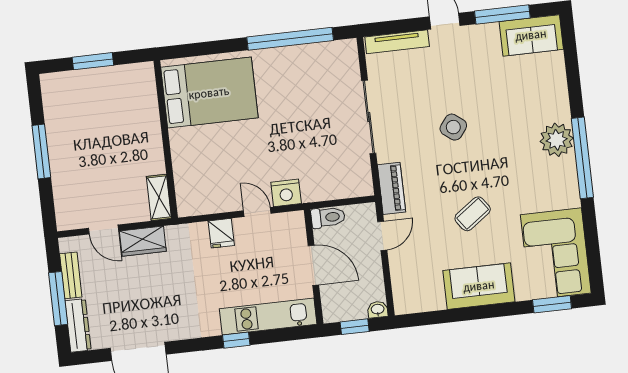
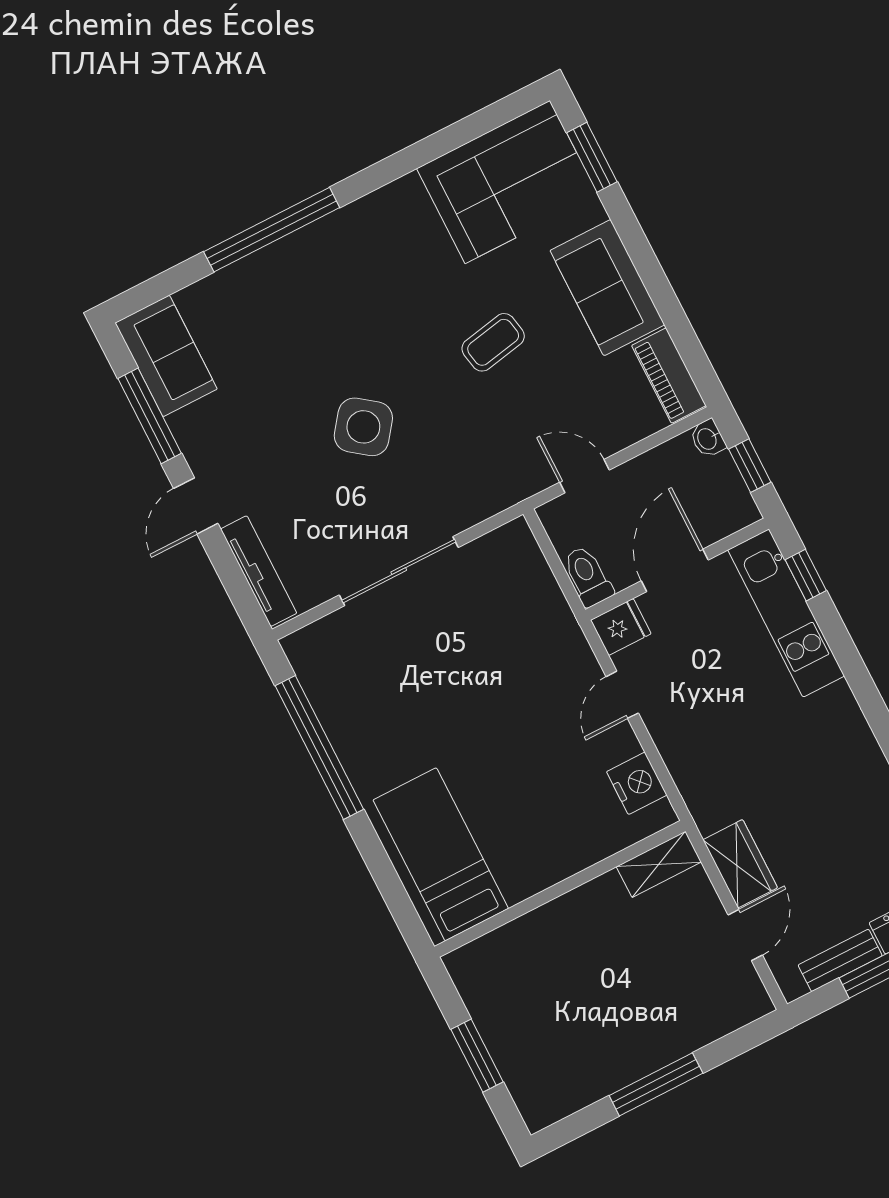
bed: (209, 93) -> (441, 854), width x0.67
side table: (453, 127) -> (363, 427), width x1.37, depth x1.37
plant: (557, 140) -> (321, 251), removed
window: (582, 158) -> (272, 230), moved
piano: (392, 188) -> (669, 376), moved, turned -90
nightstand: (286, 193) -> (637, 783), moved
coffee table: (473, 214) -> (493, 342), turned -65
fridge: (221, 233) -> (621, 627), moved
window: (236, 340) -> (806, 575), moved

